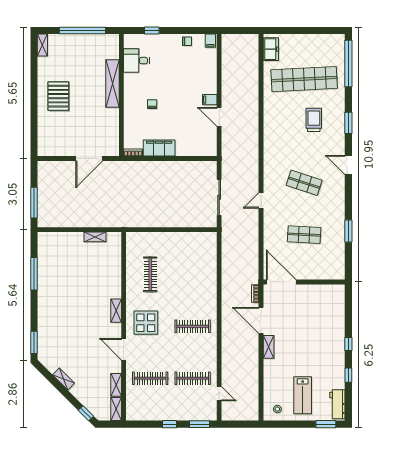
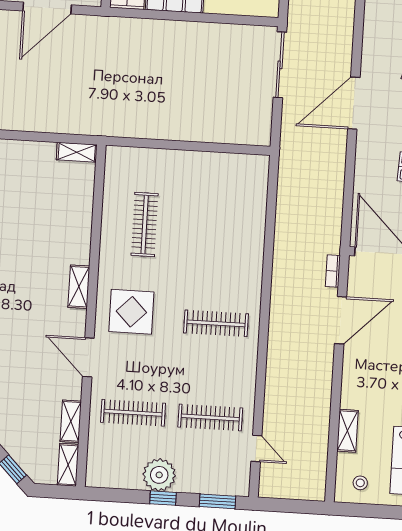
sliding door: (219, 197) -> (280, 65), moved
door: (261, 201) -> (354, 103), width x1.88
shelving: (95, 237) -> (77, 152), moved
door: (261, 320) -> (341, 320), swing flipped
shelving: (269, 347) -> (347, 431), moved
plant: (167, 411) -> (159, 475), added

